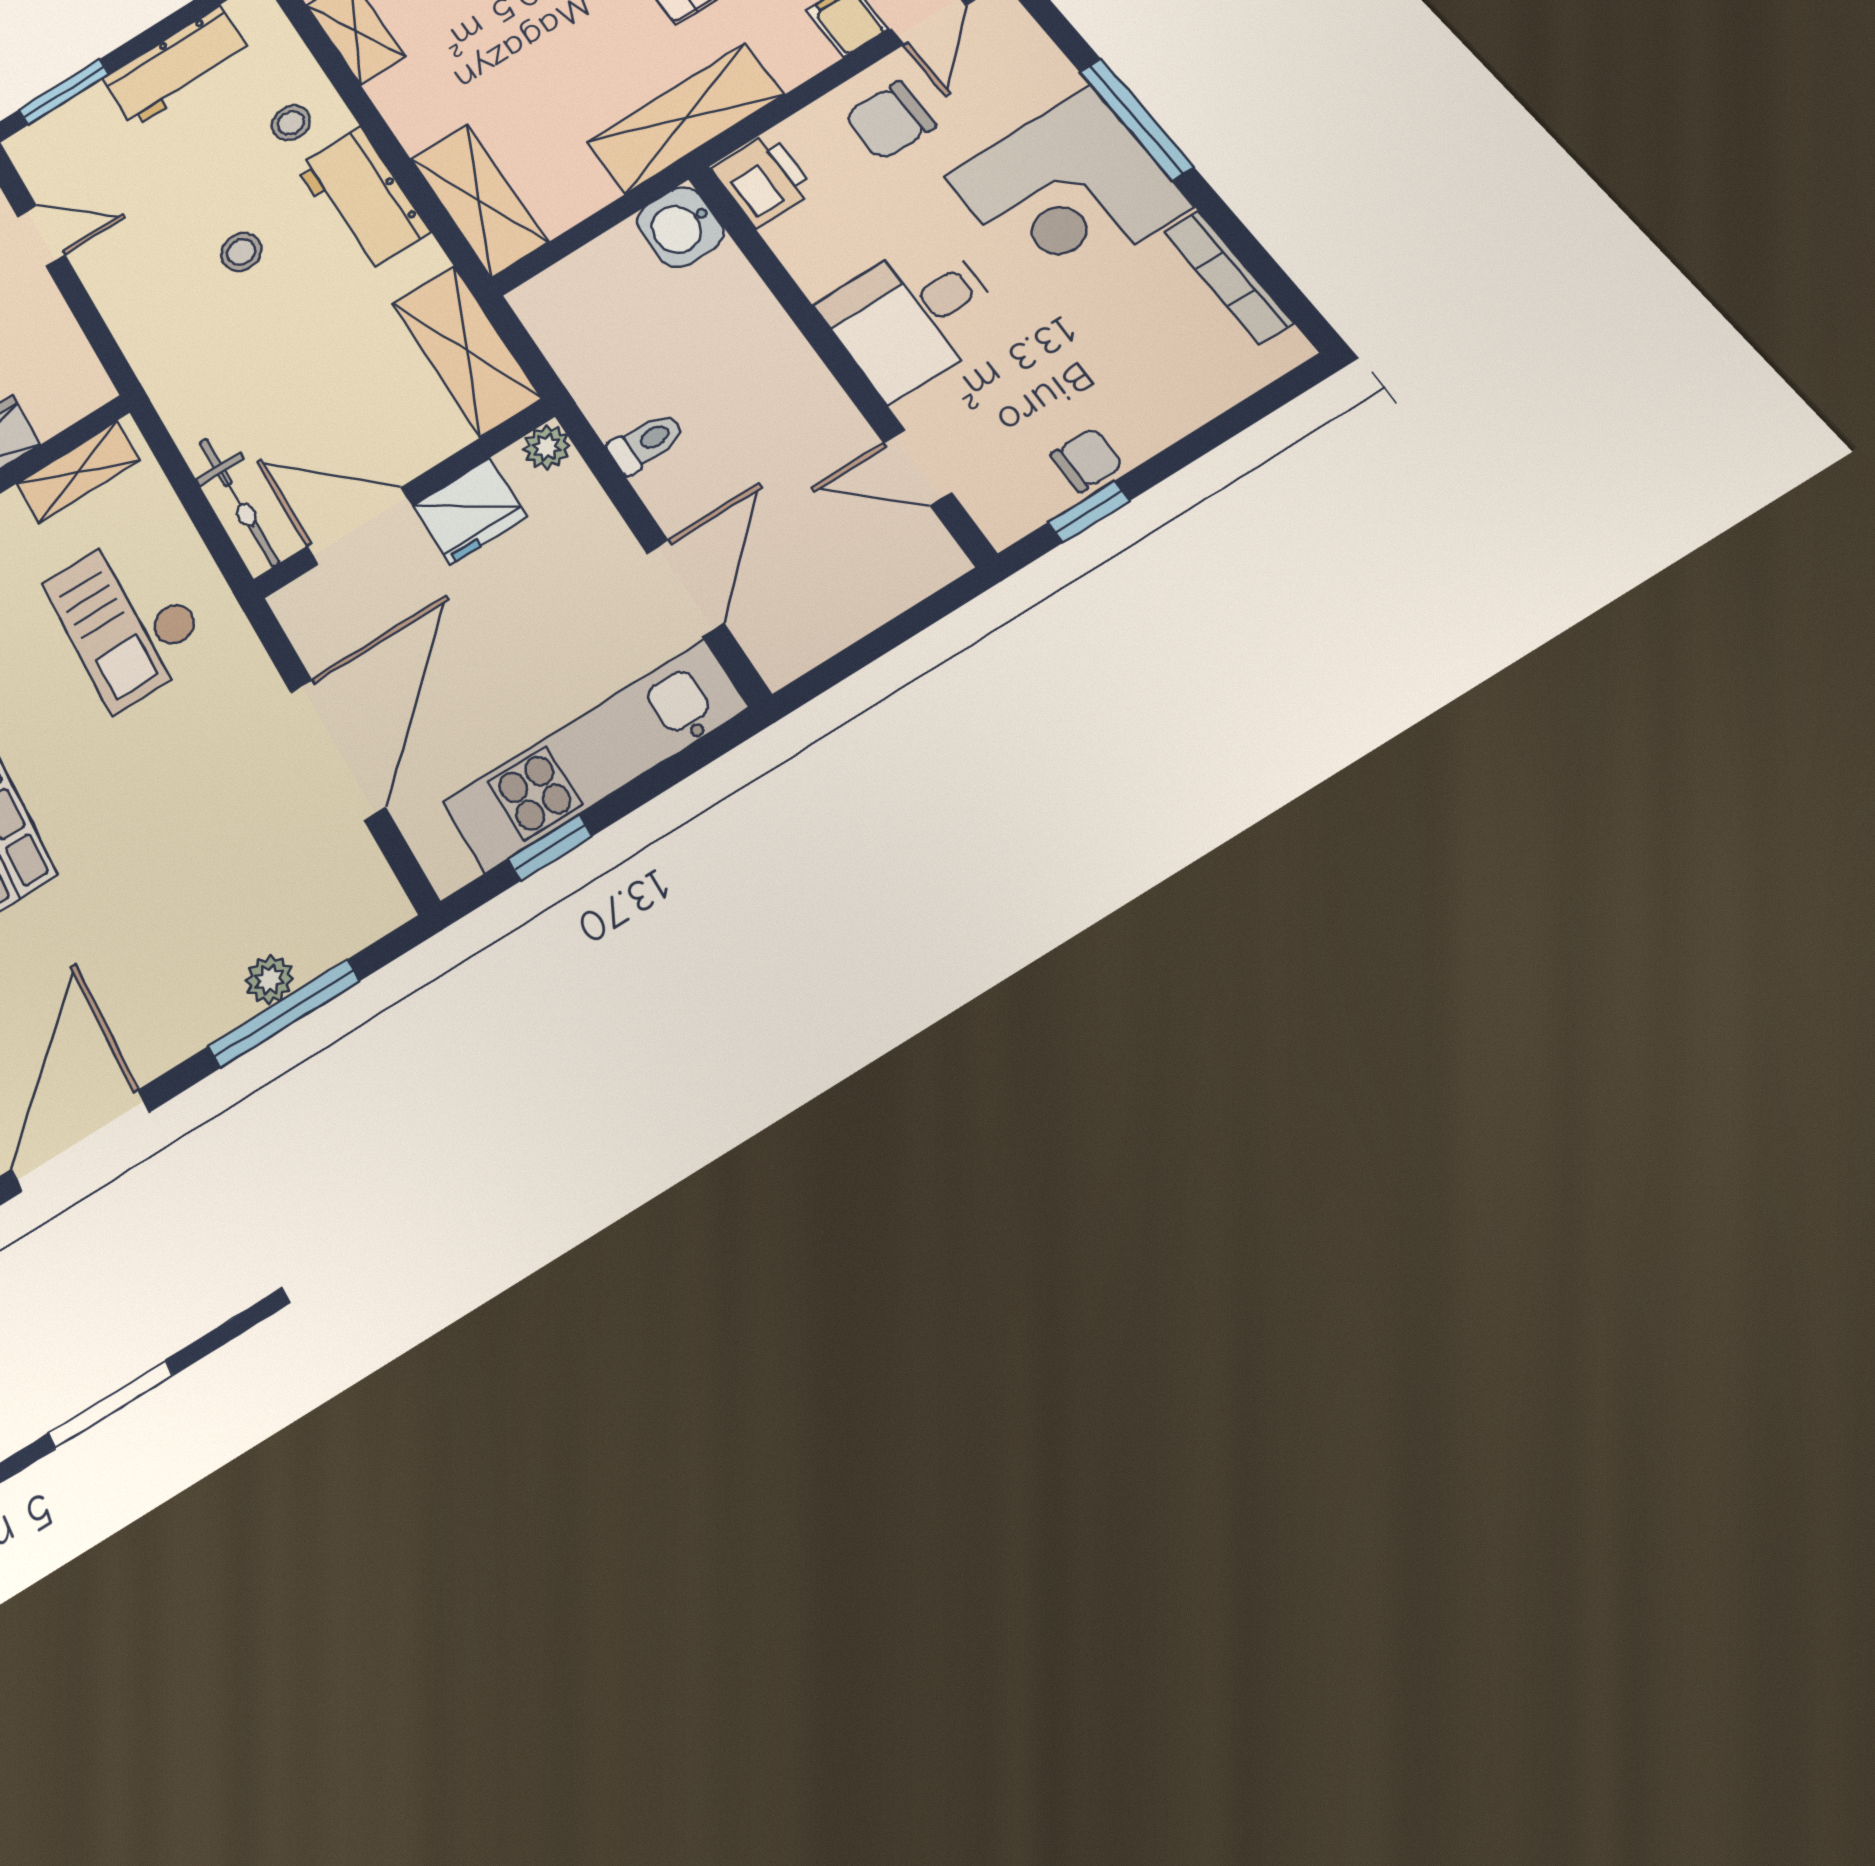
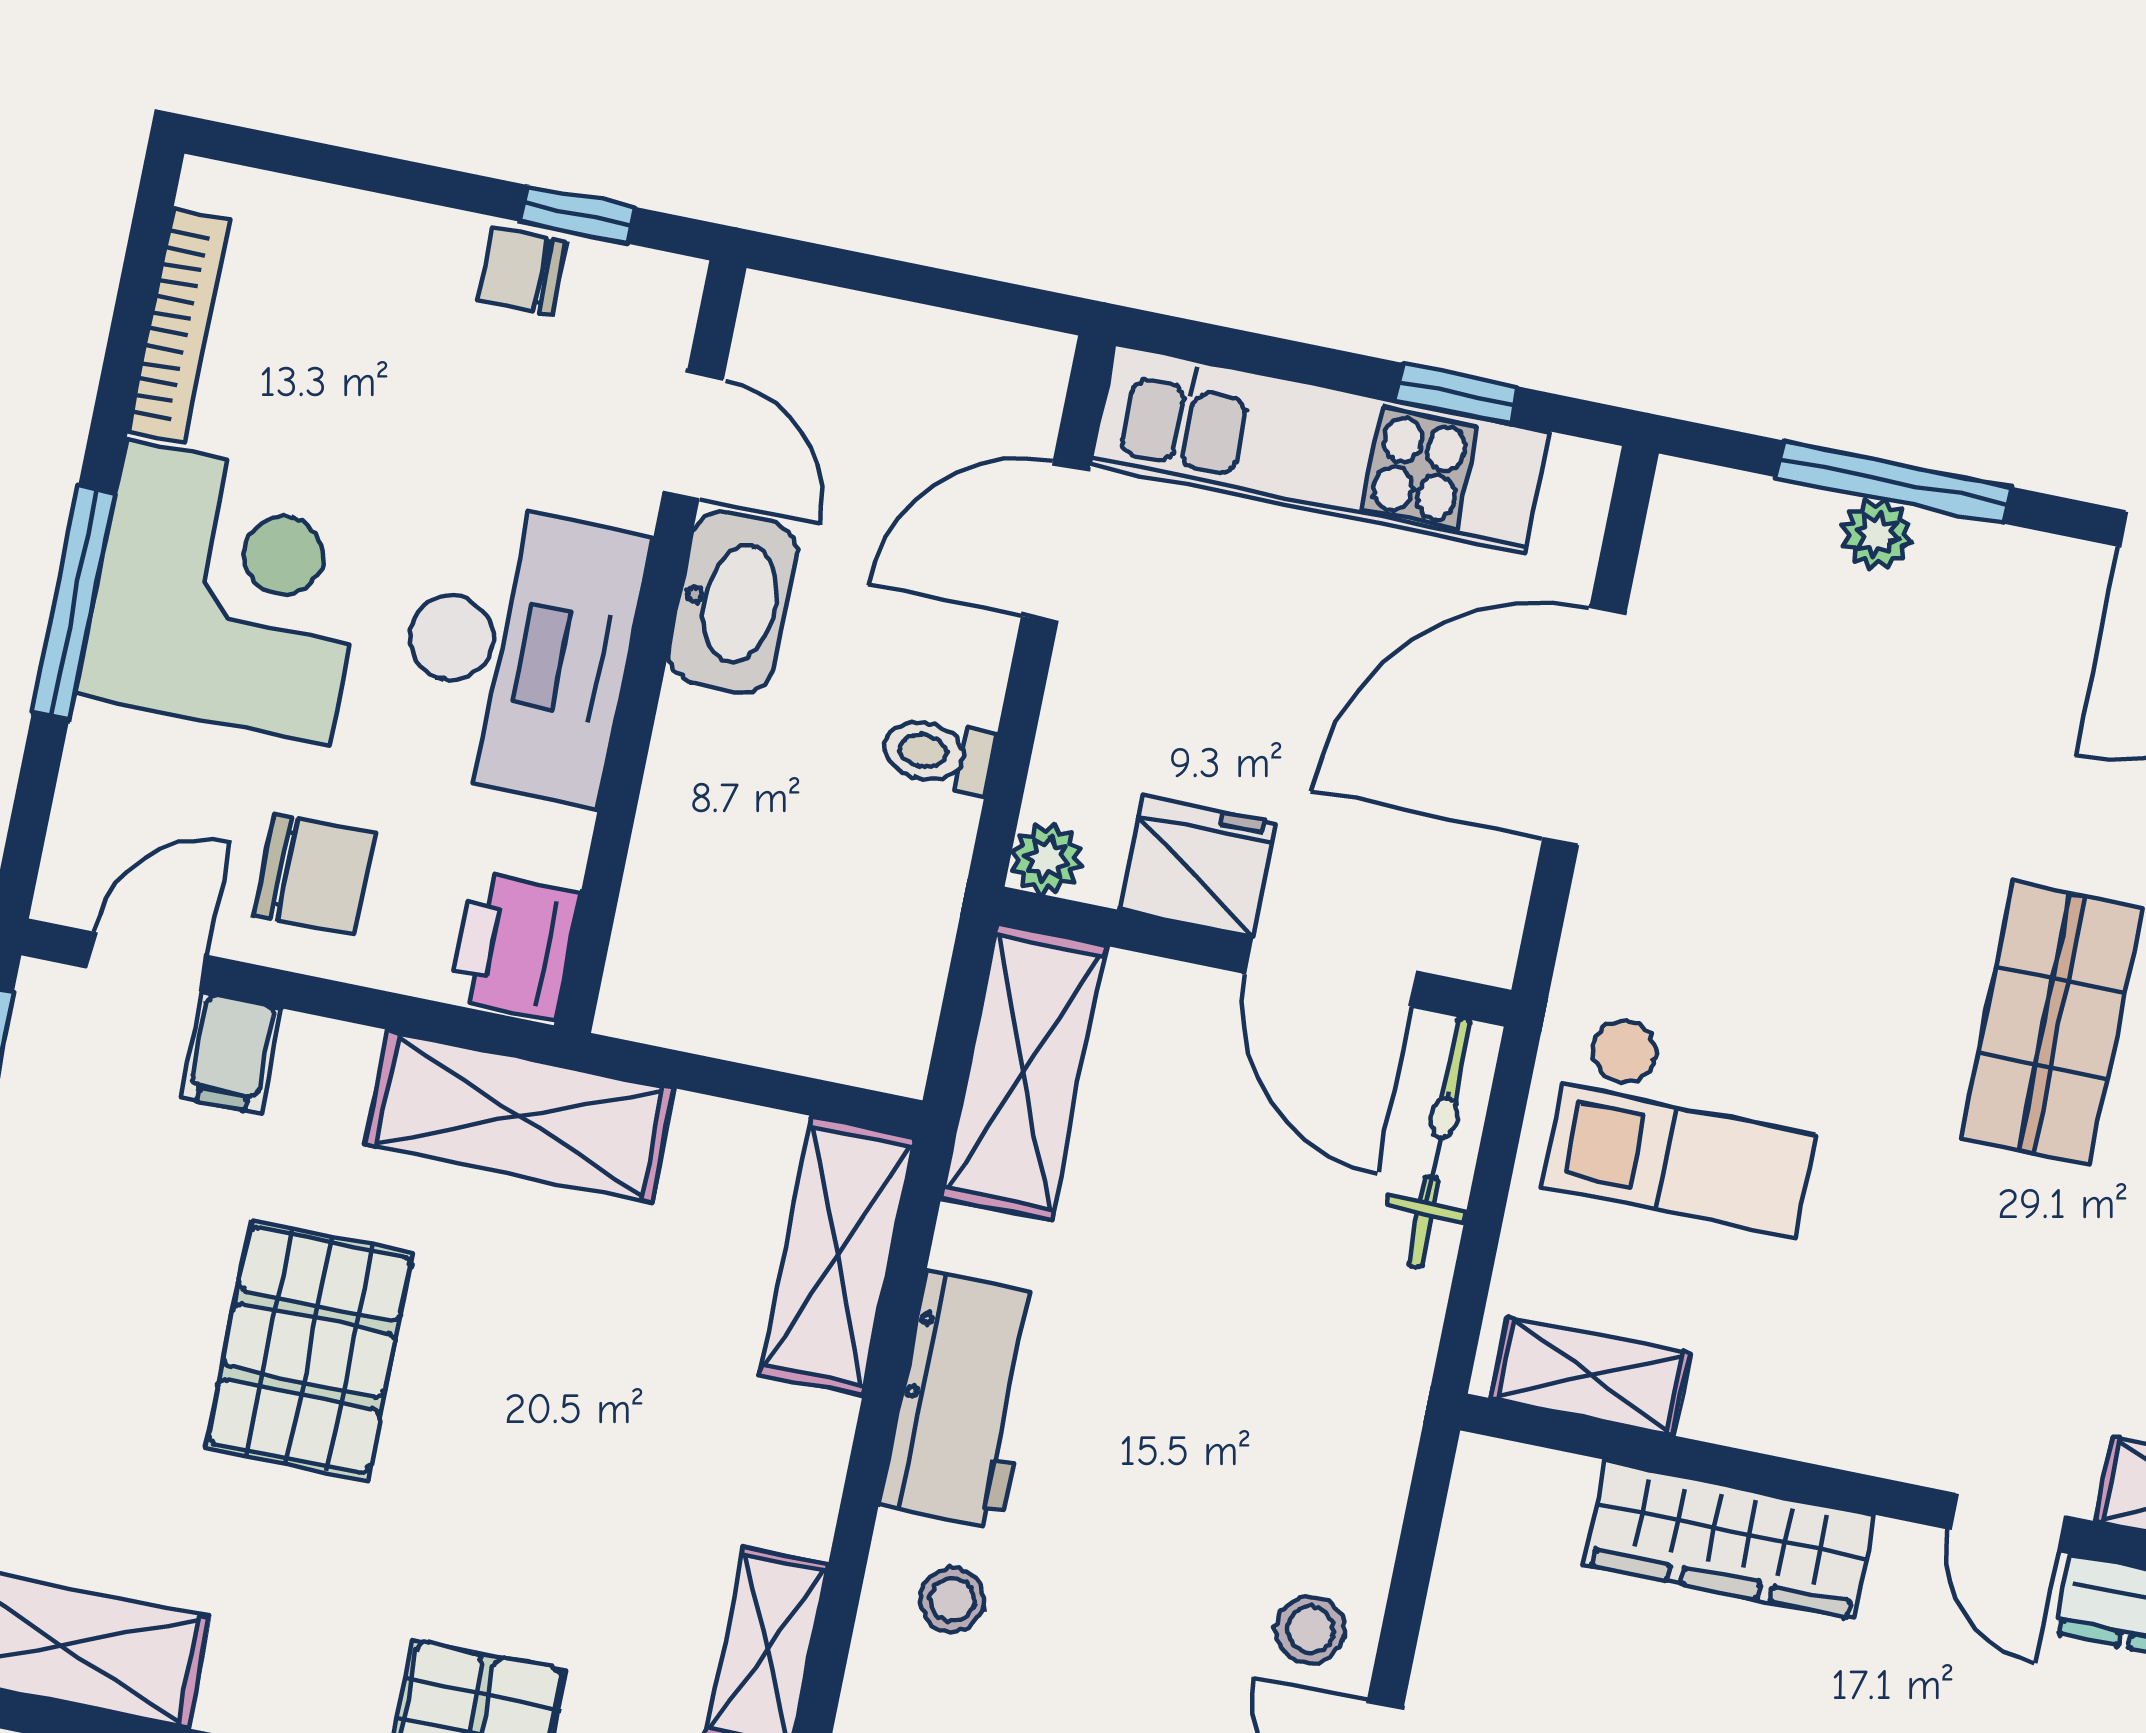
washbasin: (680, 227) -> (733, 602), moved, width x1.38
stool: (241, 252) -> (1310, 1630), moved
desk: (912, 316) -> (518, 651), width x1.37
checkout: (127, 618) -> (1686, 1123), turned 90

